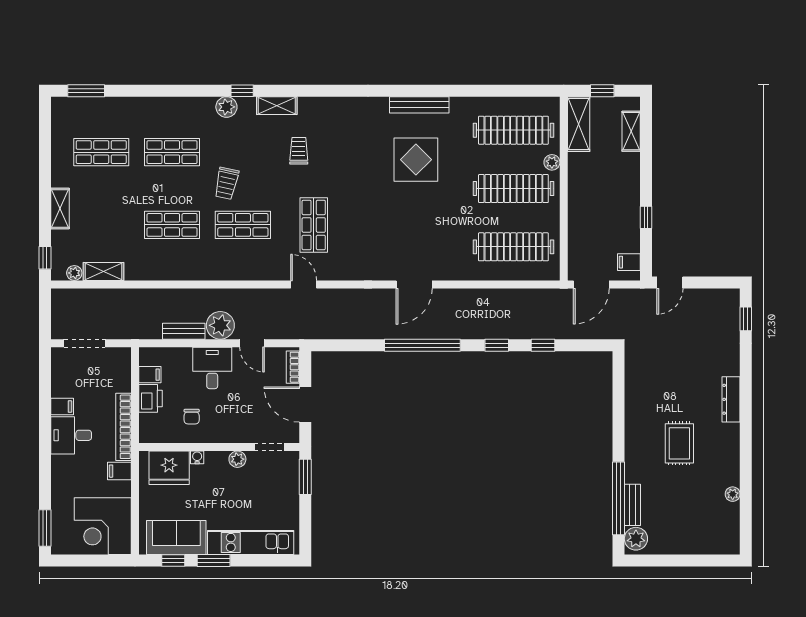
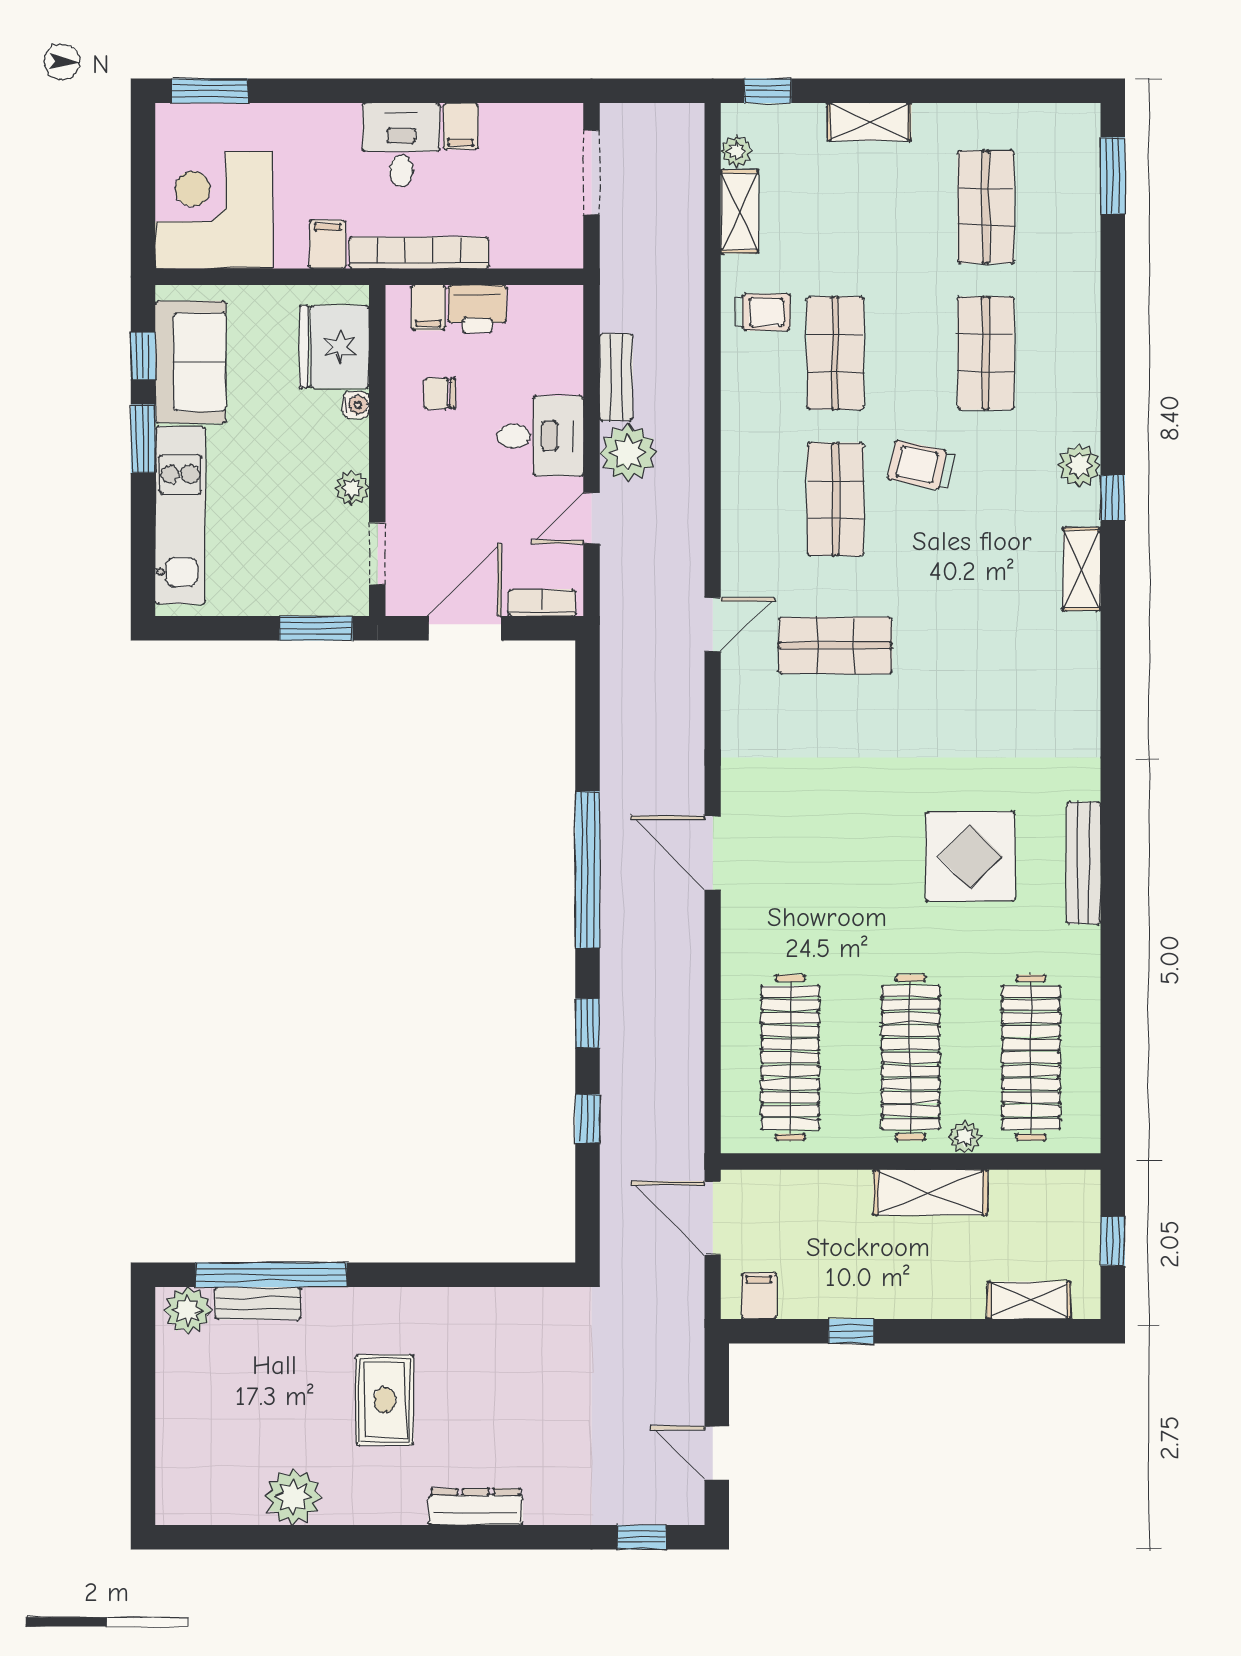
shelving: (579, 124) -> (930, 1192), moved
trolley: (299, 151) -> (762, 312), moved
door: (670, 282) -> (717, 1453), moved
filing cabinet: (150, 375) -> (428, 308), moved
rug: (679, 443) -> (385, 1400), turned 90
plant: (733, 494) -> (293, 1497), width x1.87, depth x1.87

